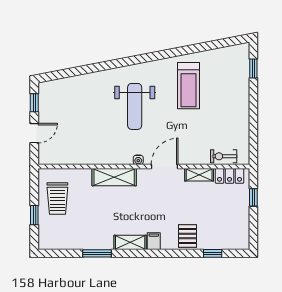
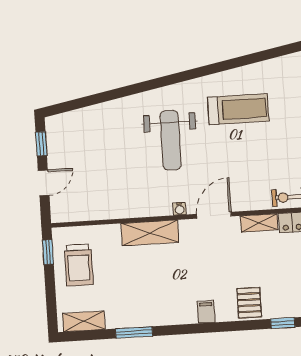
treadmill: (189, 86) -> (238, 109), turned -90
window: (34, 215) -> (48, 252), moved
shelving: (130, 242) -> (84, 321), moved

